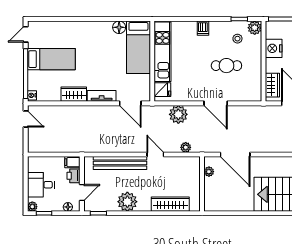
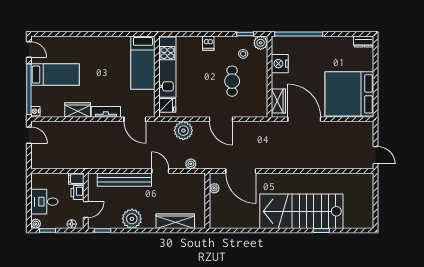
floor lamp: (119, 27) -> (123, 42), removed
door: (26, 34) -> (29, 50), swing flipped
cafe table: (226, 66) -> (232, 81), turned 90

